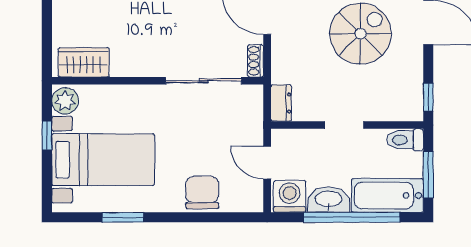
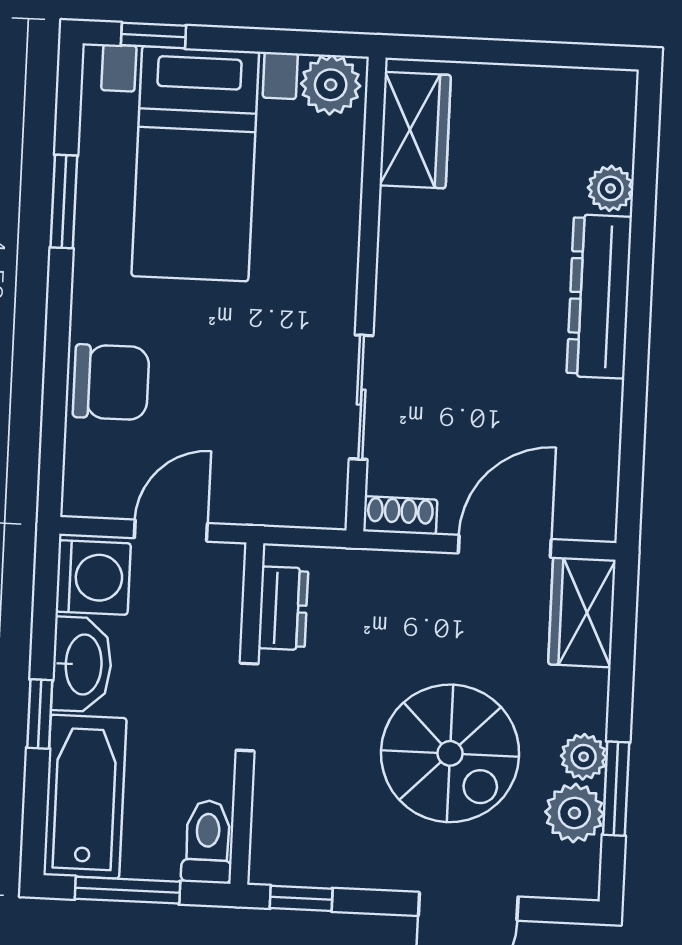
sliding door: (204, 81) -> (361, 397), width x0.73
dresser: (281, 103) -> (283, 608), moved, turned -90
window: (47, 135) -> (153, 35), moved
window: (352, 217) -> (40, 714), width x0.32

